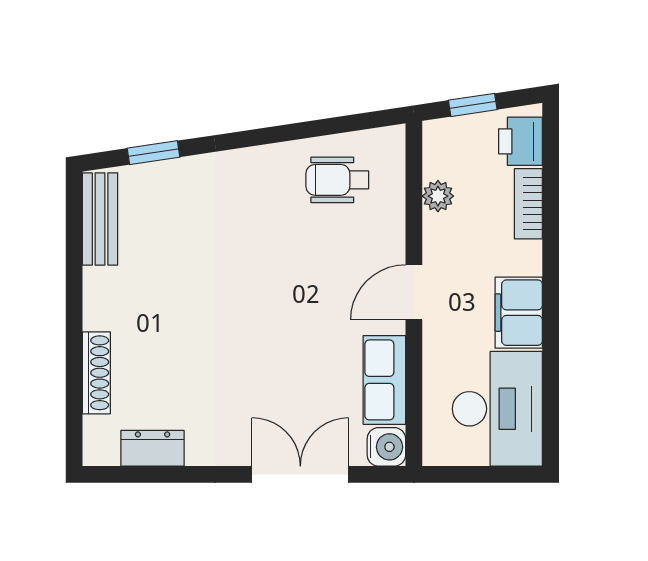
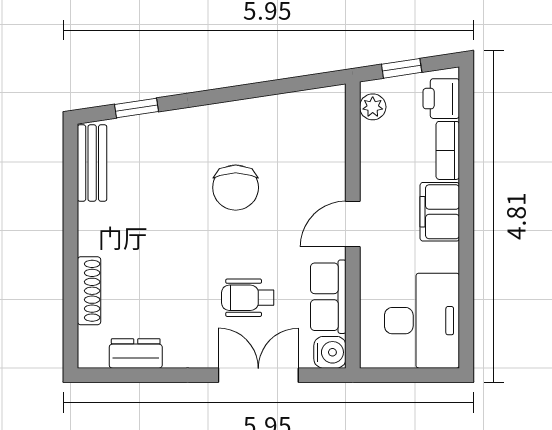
wheelchair: (337, 180) -> (248, 298), moved
plant: (438, 196) -> (373, 107), moved
chair: (273, 248) -> (236, 188), added
filing cabinet: (519, 313) -> (440, 212), moved

